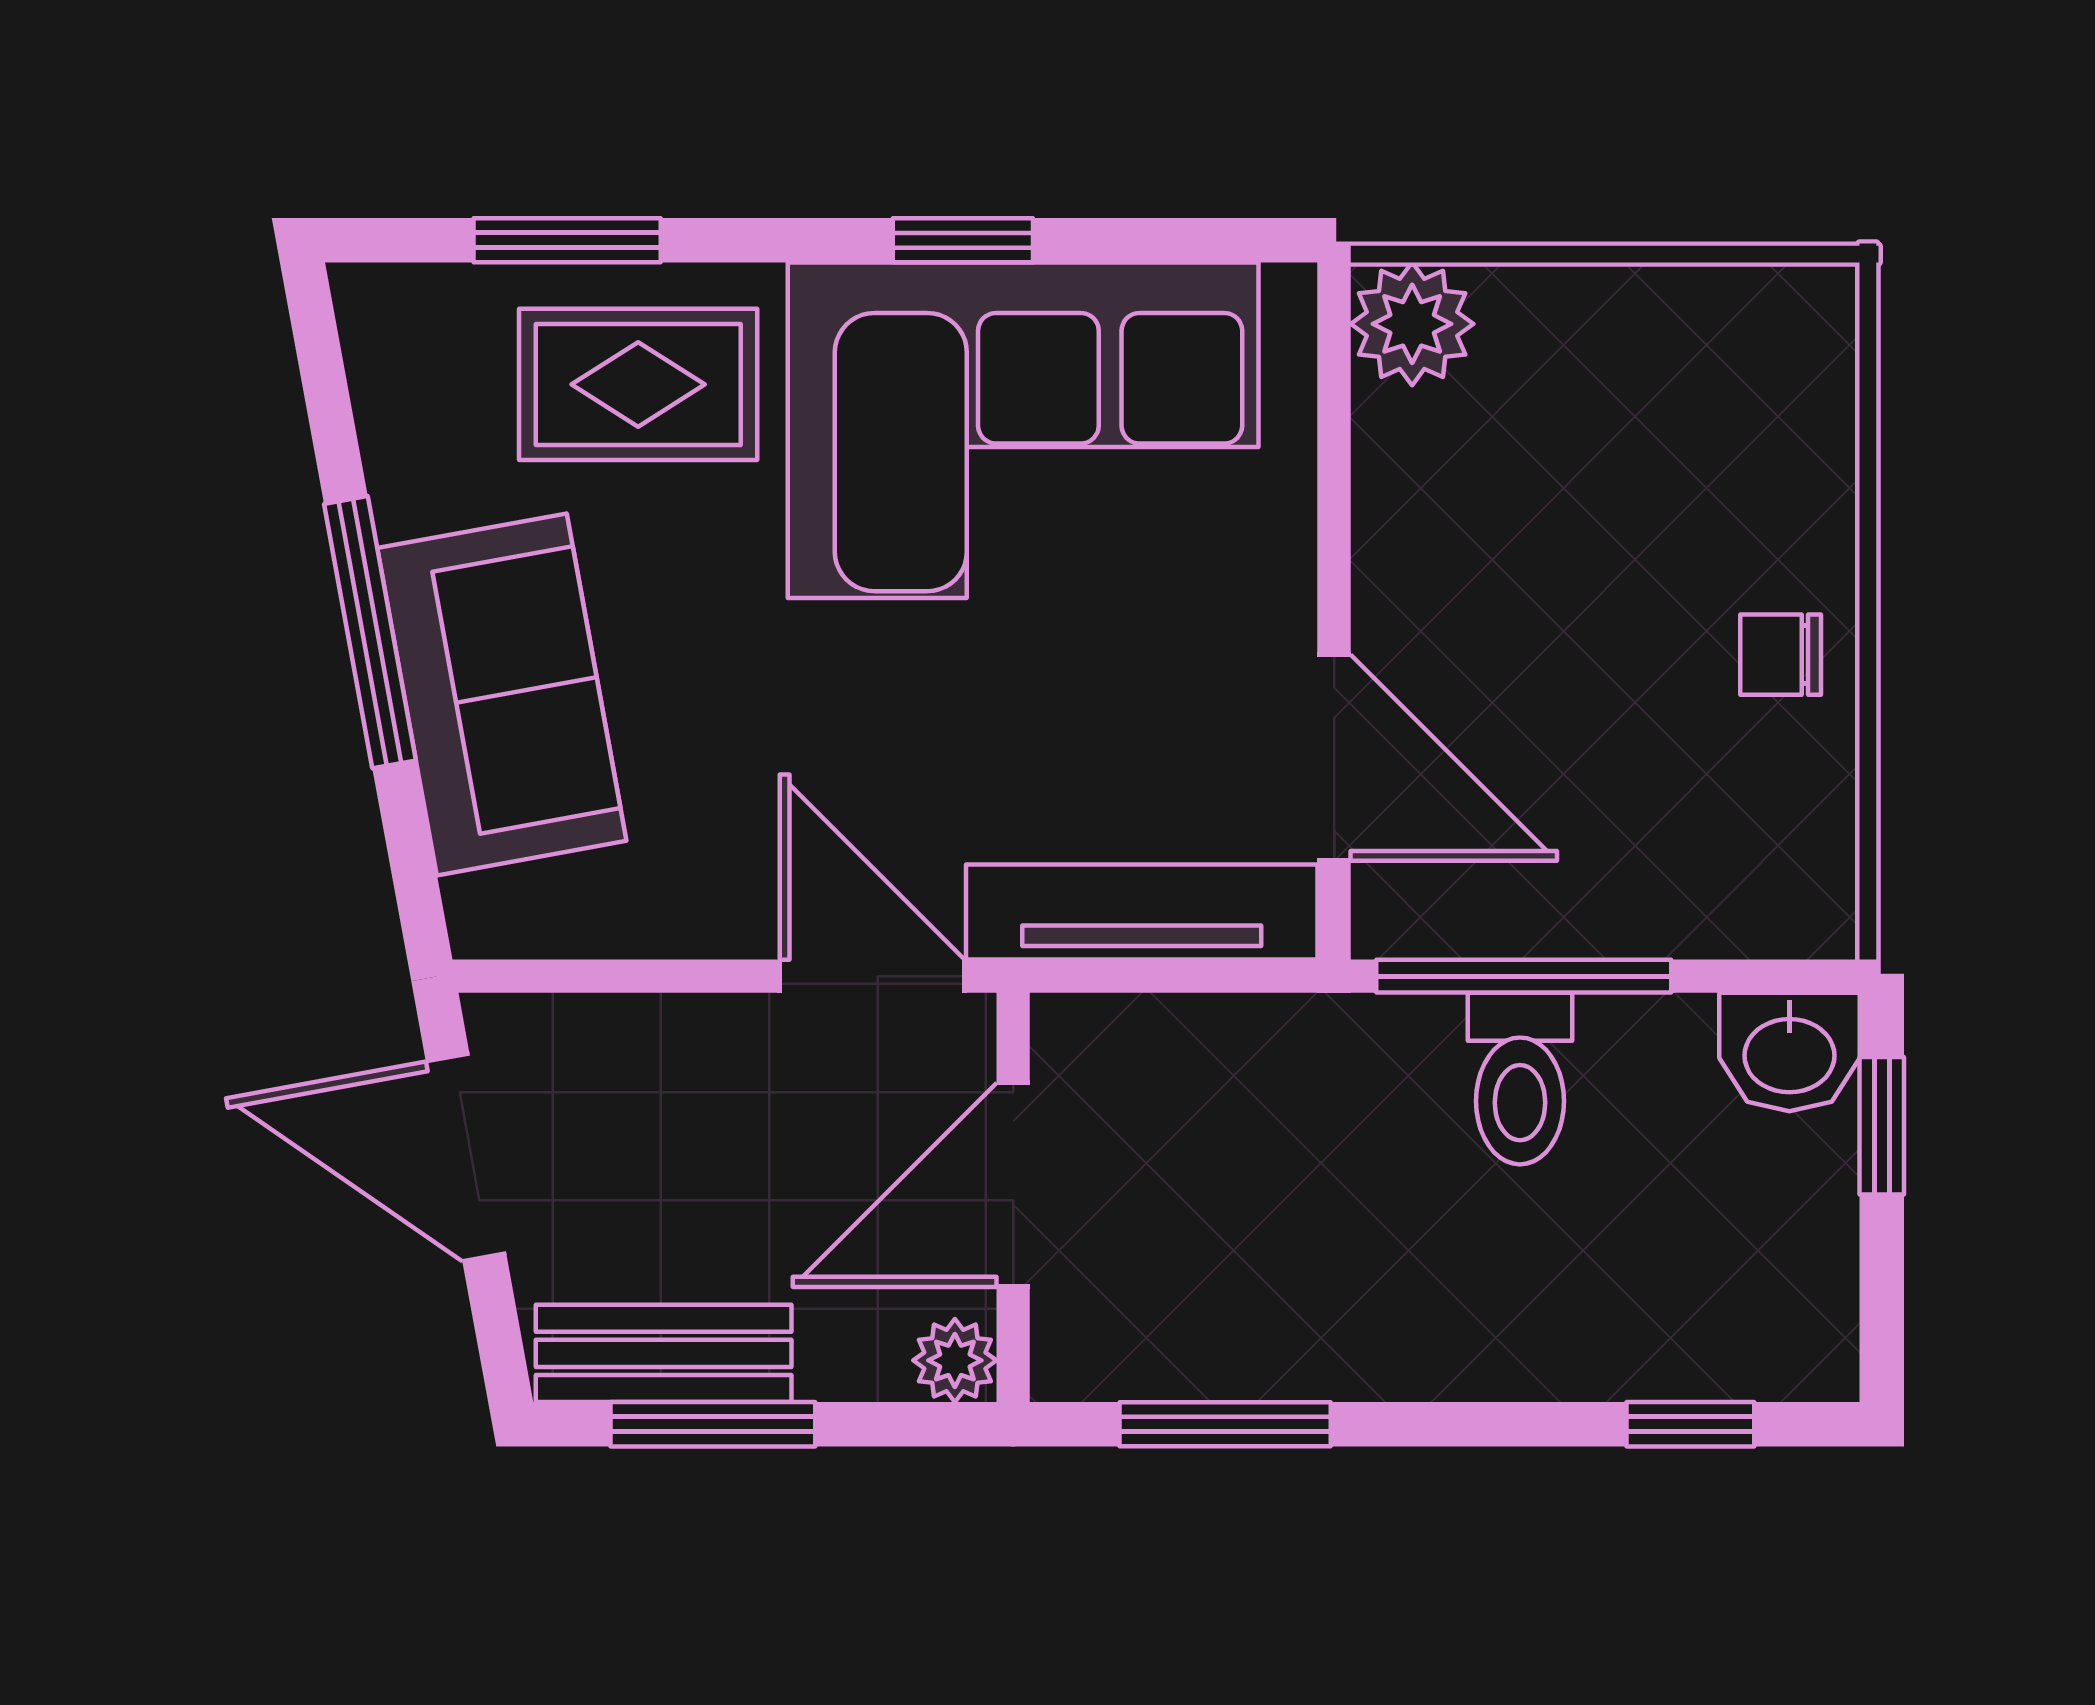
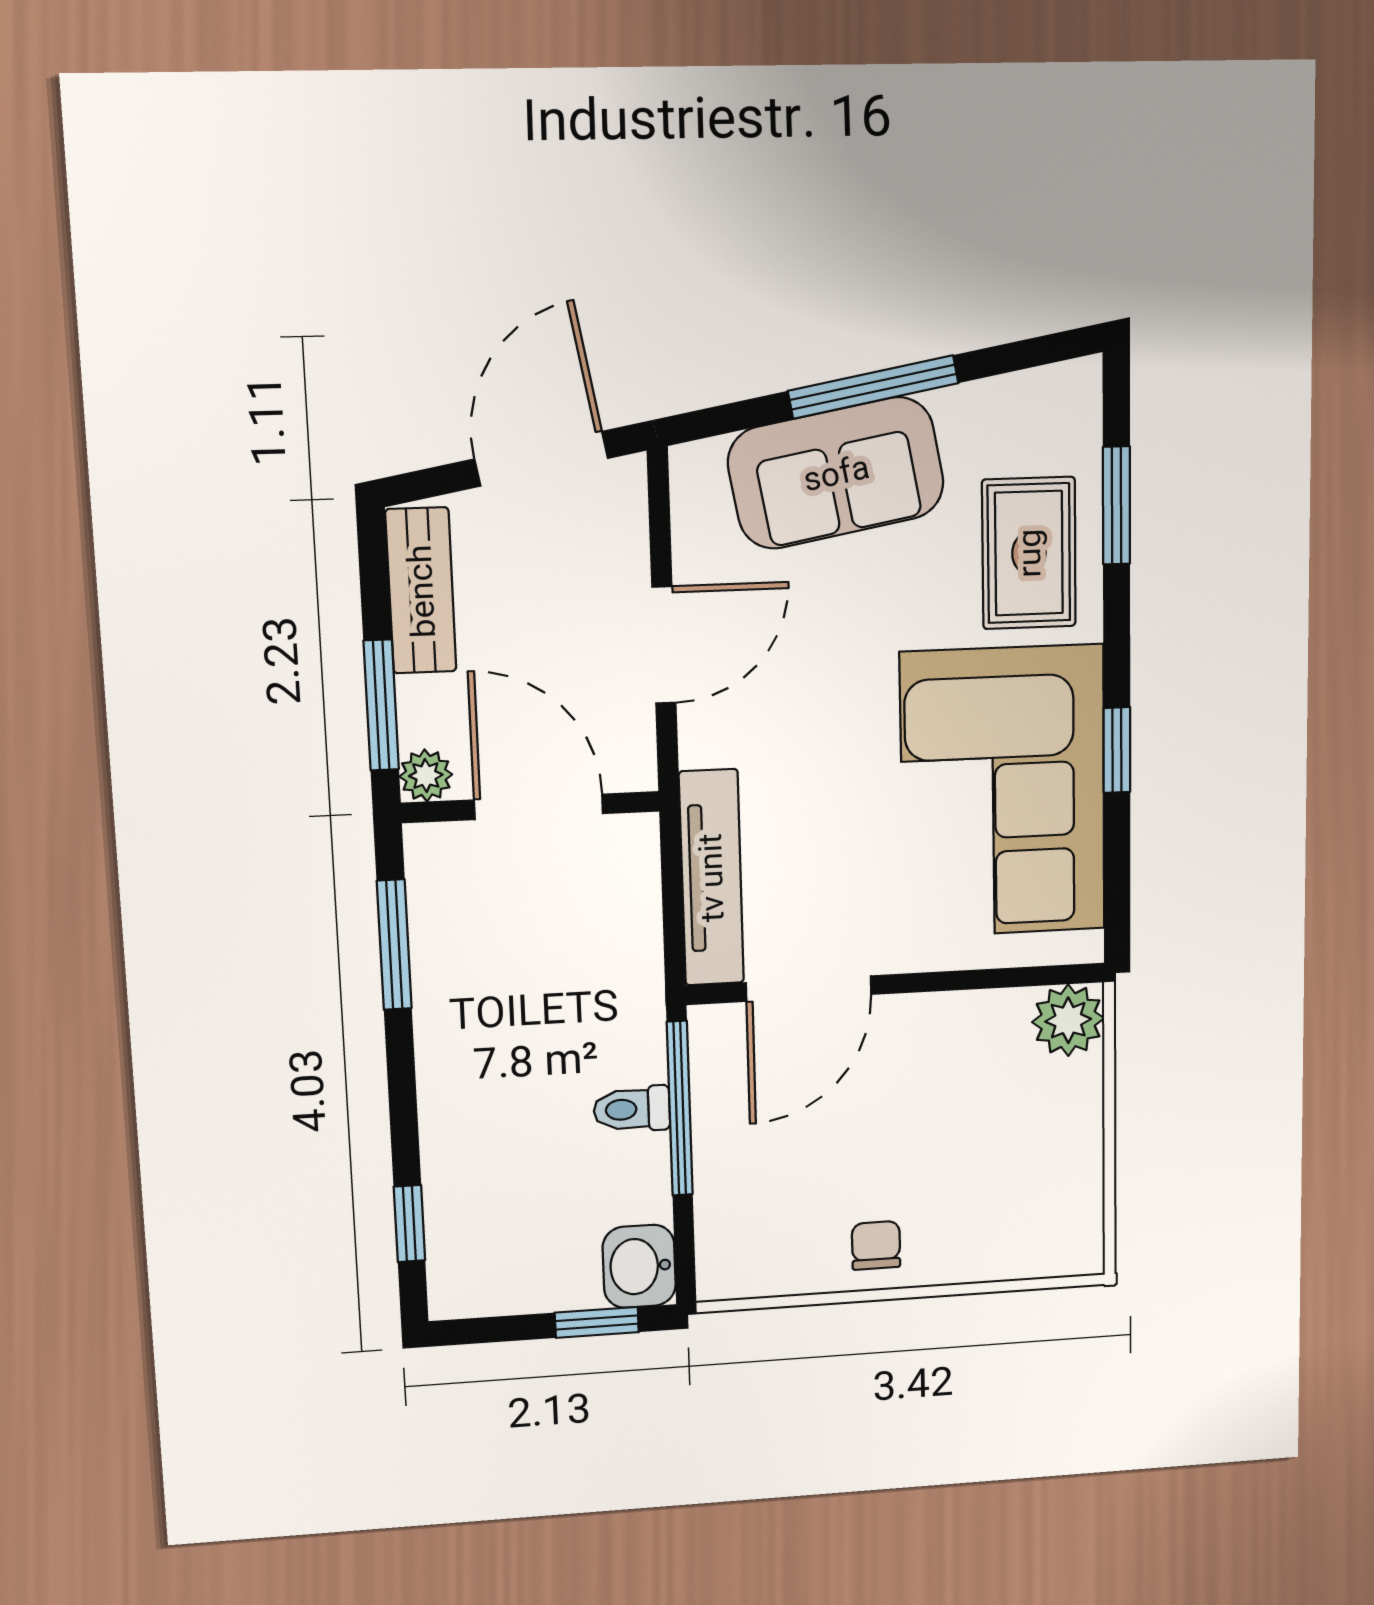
door: (872, 976) -> (664, 645), moved
toilet: (1520, 1079) -> (632, 1109), width x0.73, depth x0.72
window: (713, 1424) -> (381, 705), moved

